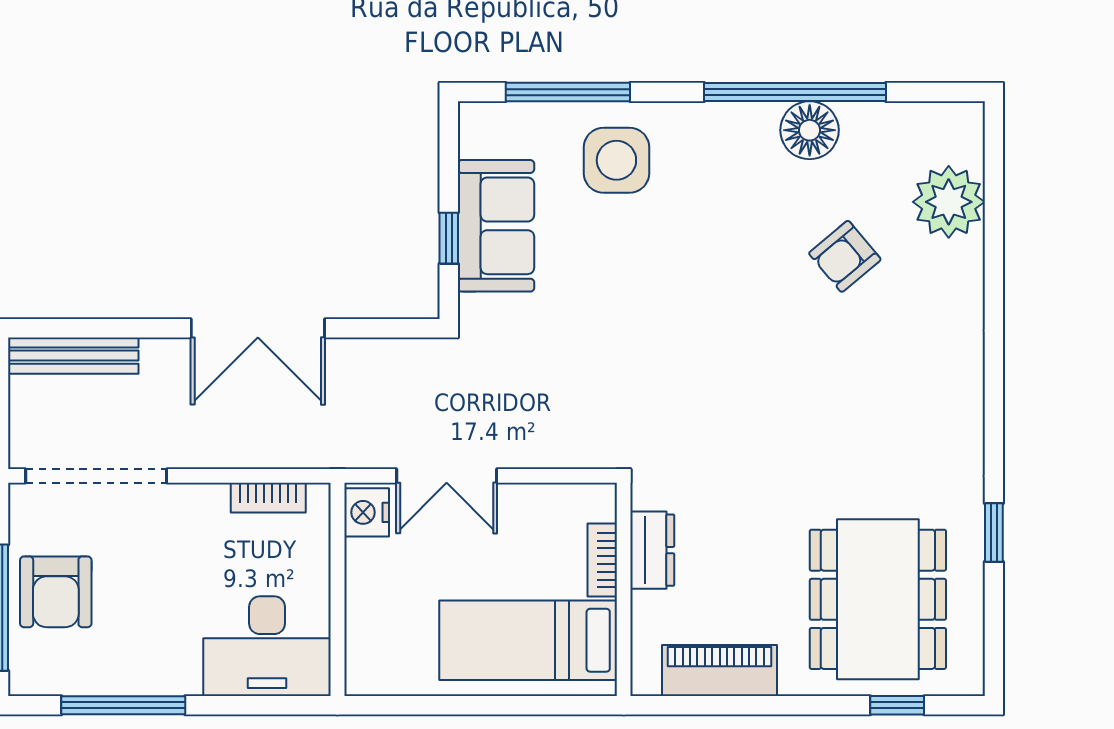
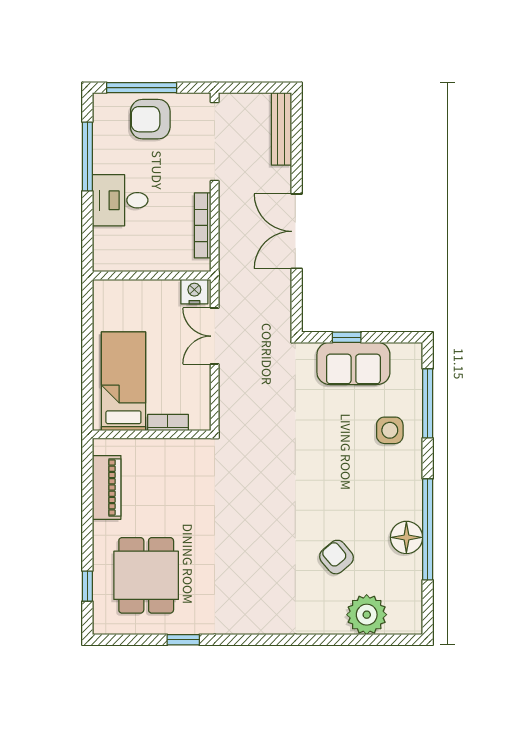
side table: (616, 160) -> (390, 430), width x0.73, depth x0.73
bookcase: (268, 498) -> (203, 225), width x1.56
dresser: (652, 550) -> (173, 450), removed
dining table: (878, 599) -> (146, 575), width x0.73
desk: (267, 646) -> (120, 200), moved, width x0.73

